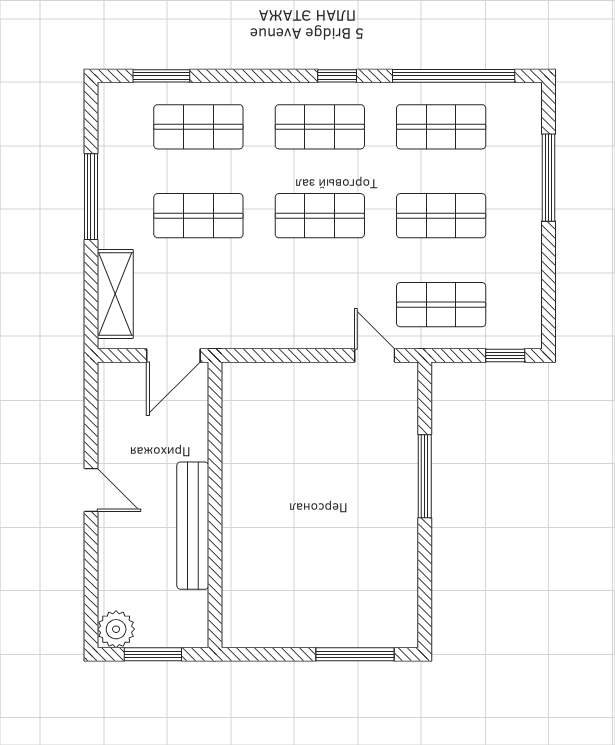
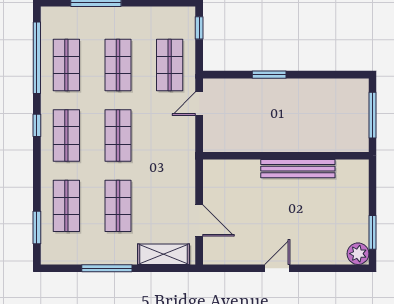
window: (425, 476) -> (269, 75), width x0.69
wall: (215, 505) -> (286, 156), moved
bench: (193, 526) -> (298, 169), moved

